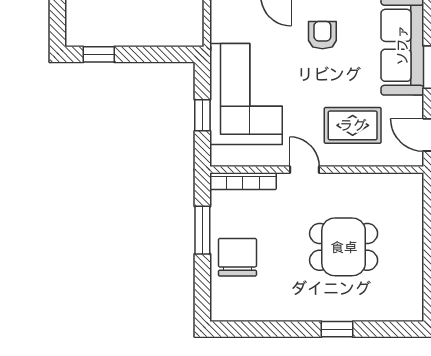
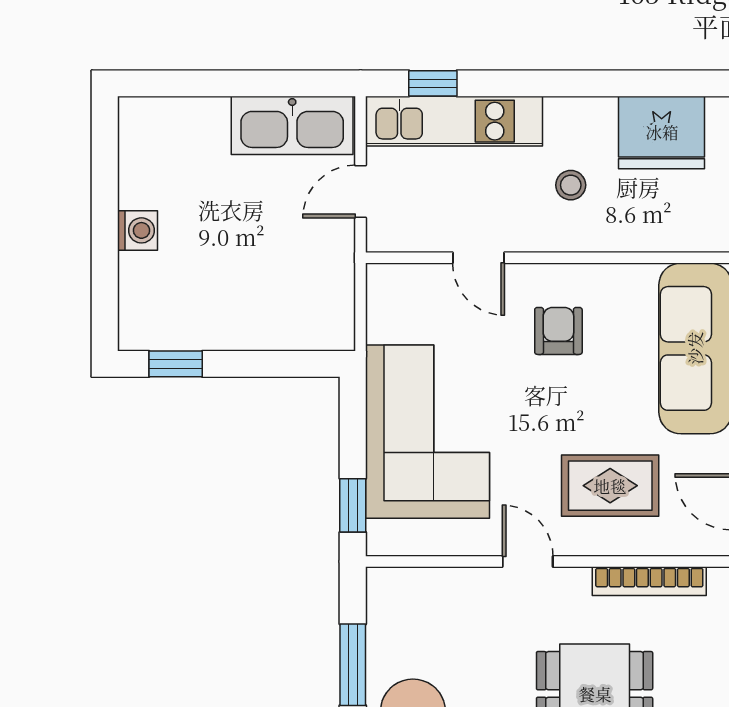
window: (202, 115) -> (353, 505), moved
bookcase: (243, 181) -> (649, 581), moved

